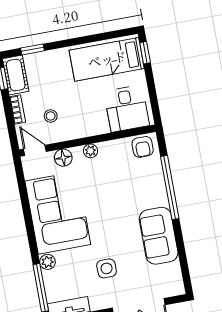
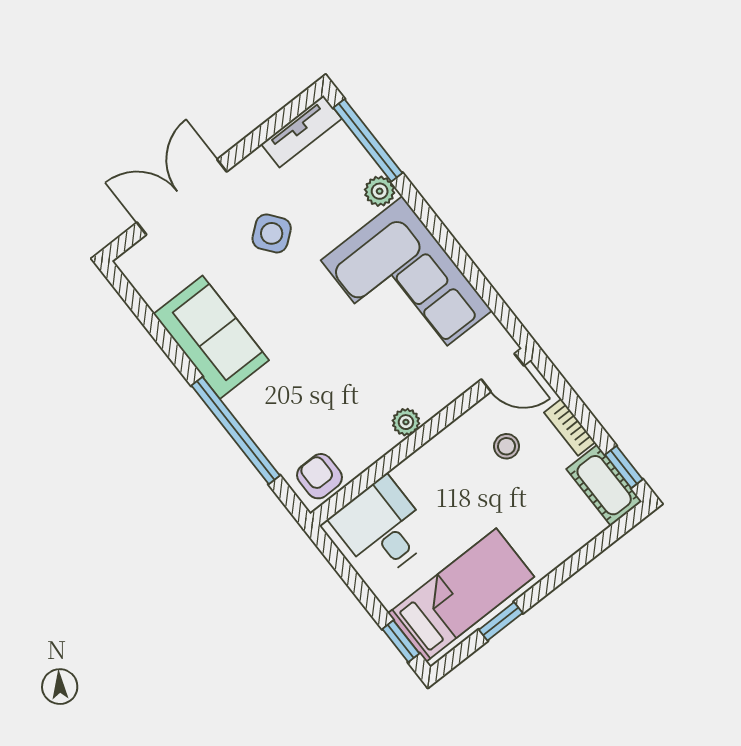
window: (32, 49) -> (501, 621), moved
floor lamp: (63, 158) -> (447, 386), removed
side table: (107, 268) -> (272, 233), turned -38

